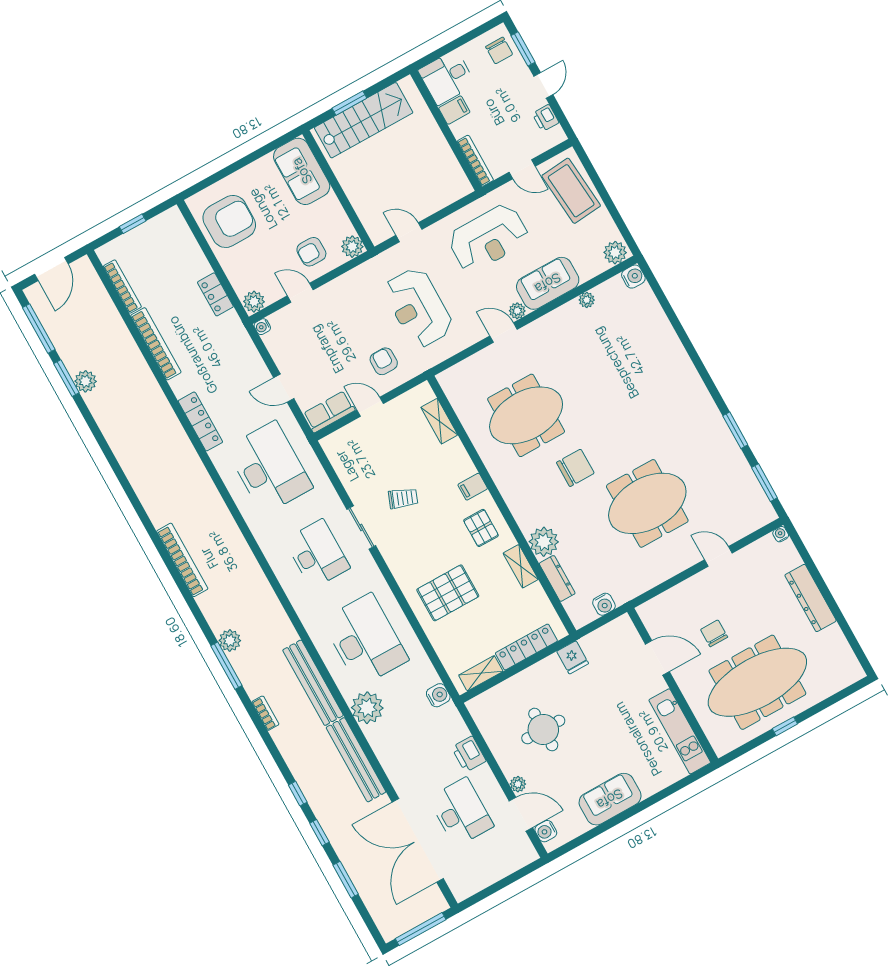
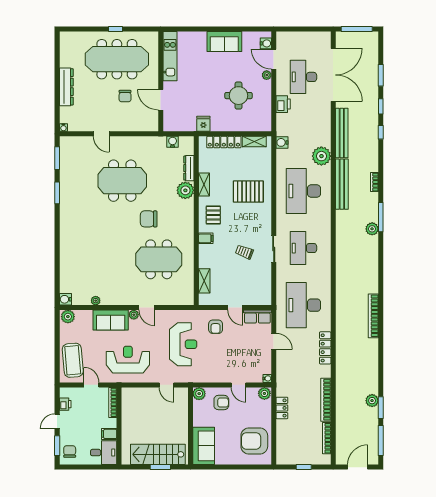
bookcase: (182, 560) -> (373, 316), moved

